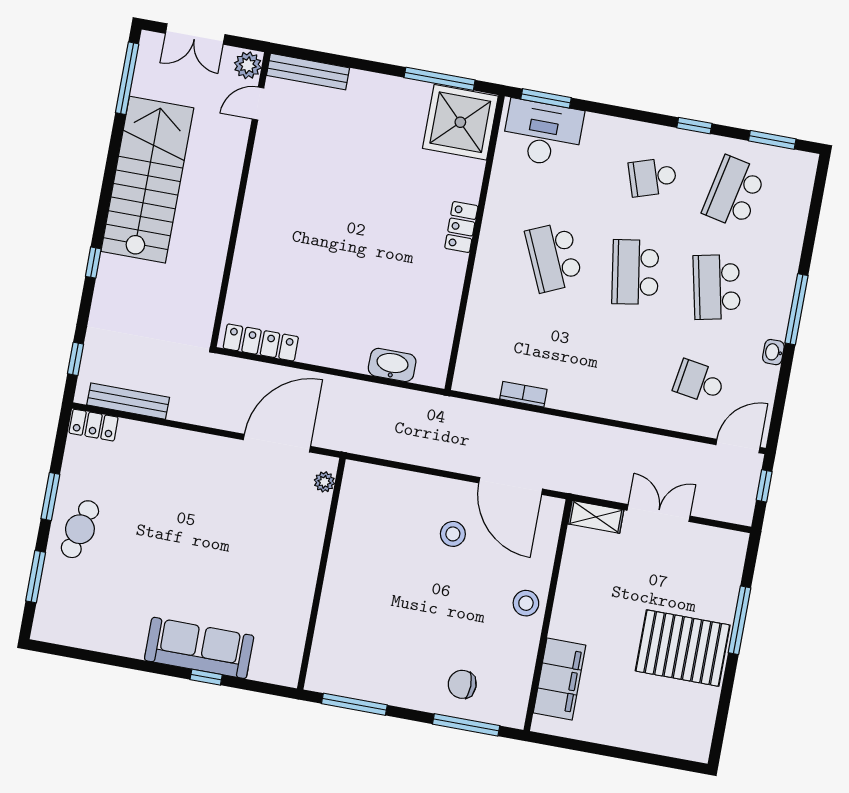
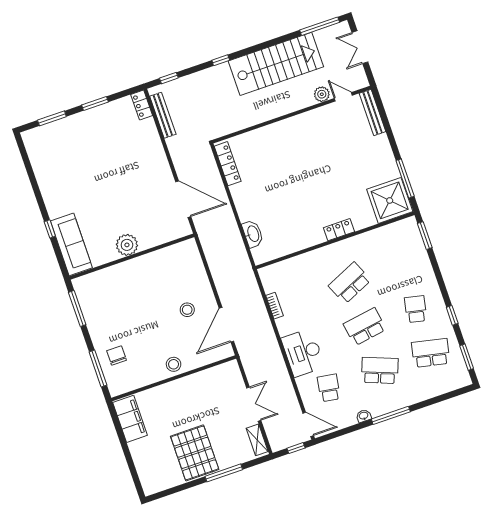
plant: (248, 65) -> (322, 94), moved
desk: (543, 133) -> (303, 353), moved, turned 180
school desk: (653, 177) -> (416, 309), turned 30
school desk: (717, 287) -> (380, 370), turned 33
plant: (324, 482) -> (127, 245), moved, width x1.88, depth x1.88
shelving: (596, 517) -> (257, 440), moved
cafe table: (80, 529) -> (87, 127), removed
sofa: (199, 648) -> (71, 244), moved
filing cabinet: (559, 679) -> (130, 419), moved, turned -90

